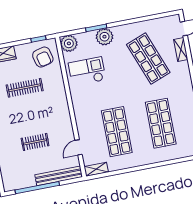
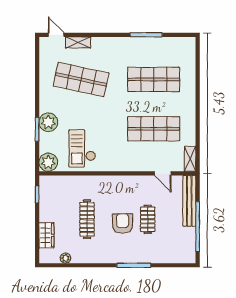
armchair: (43, 57) -> (123, 224), moved, turned -76
shop shelf: (148, 59) -> (81, 79), turned 33

